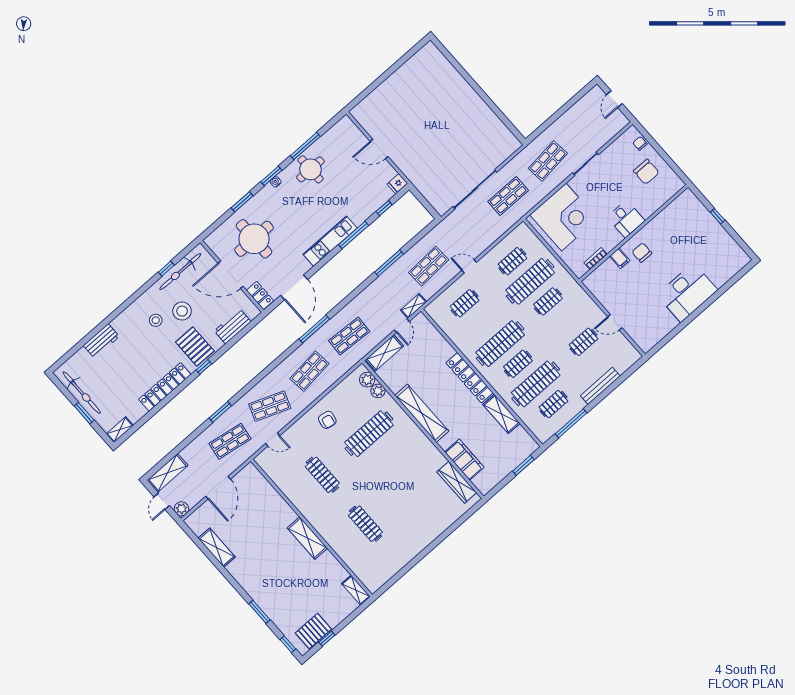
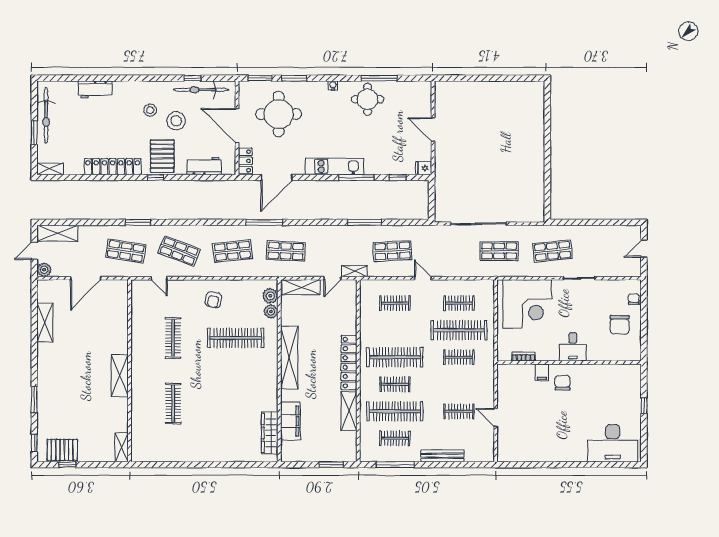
window: (271, 176) -> (260, 78), moved
desk: (687, 292) -> (613, 443), moved

